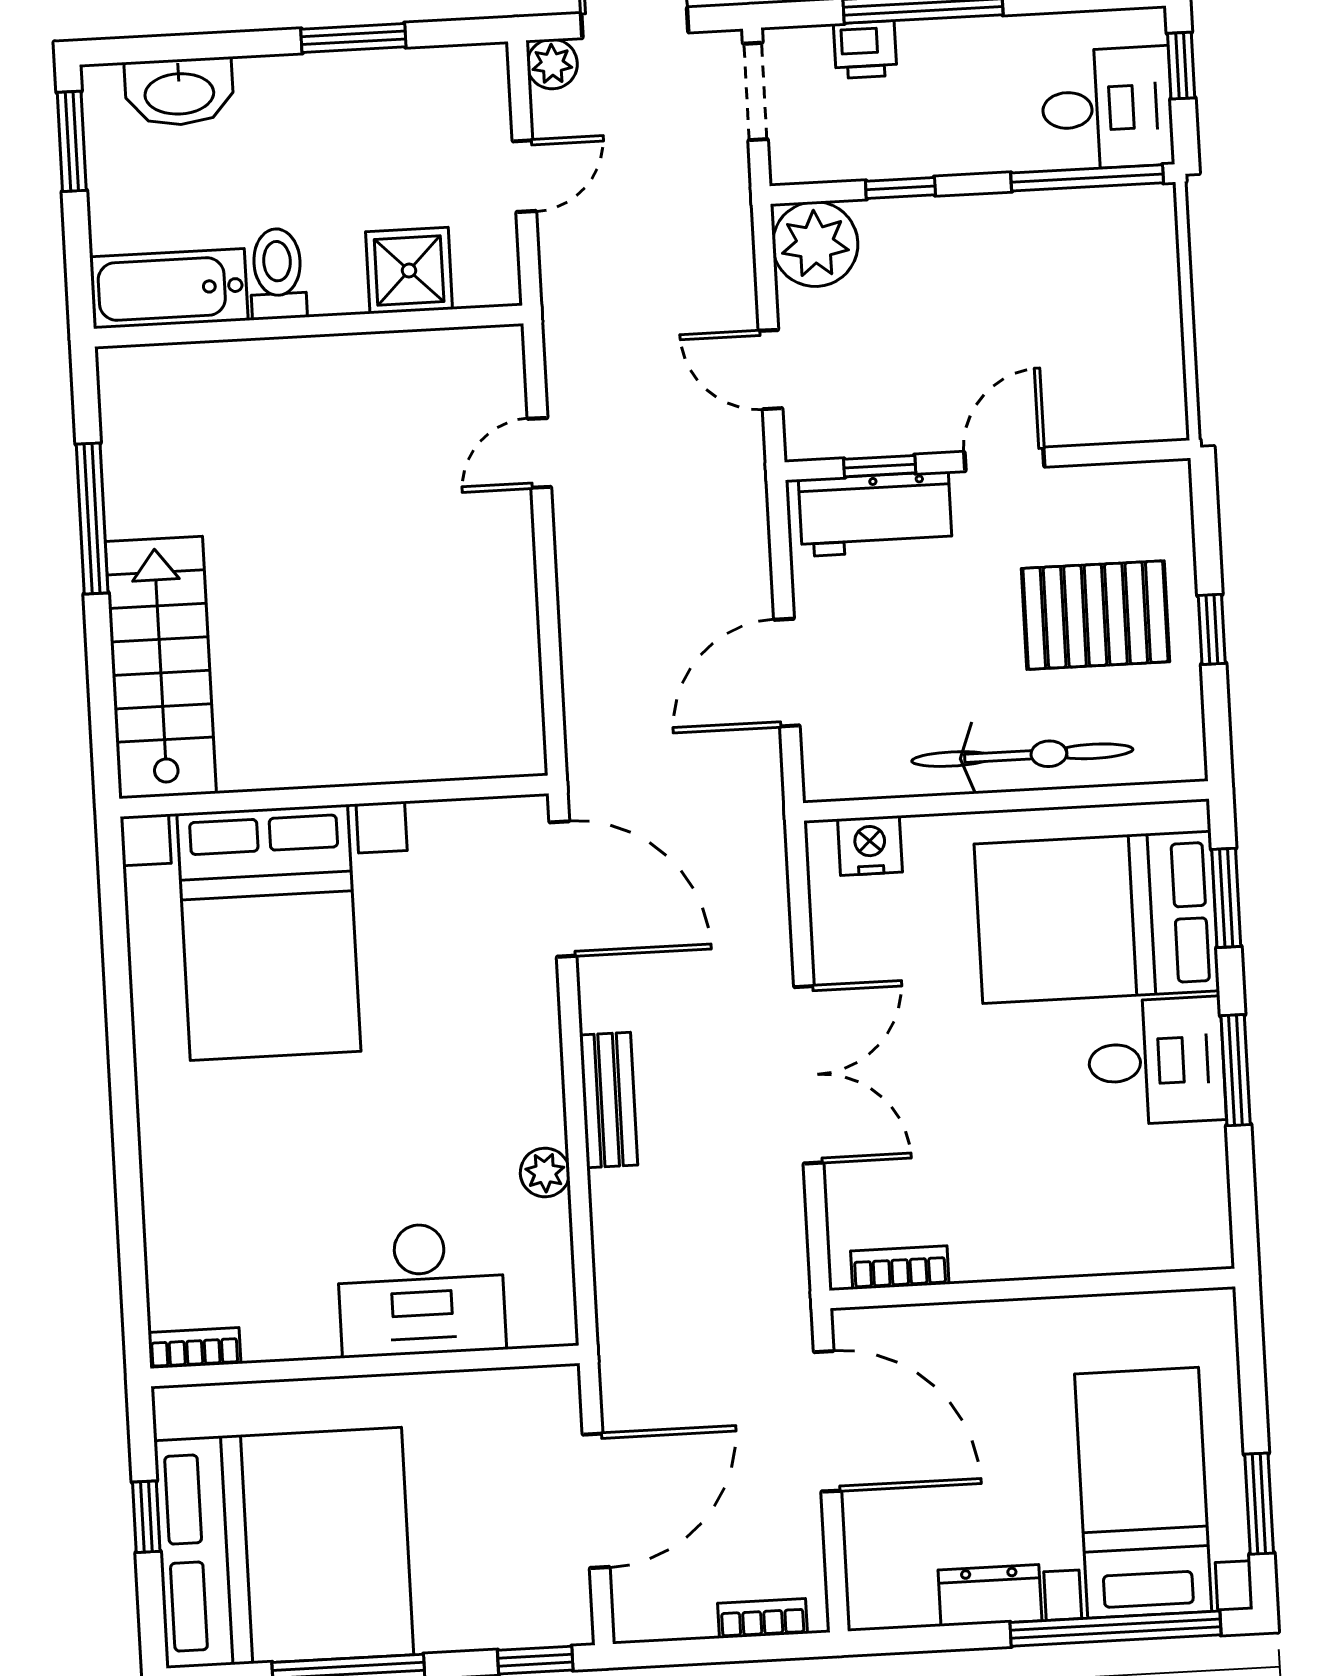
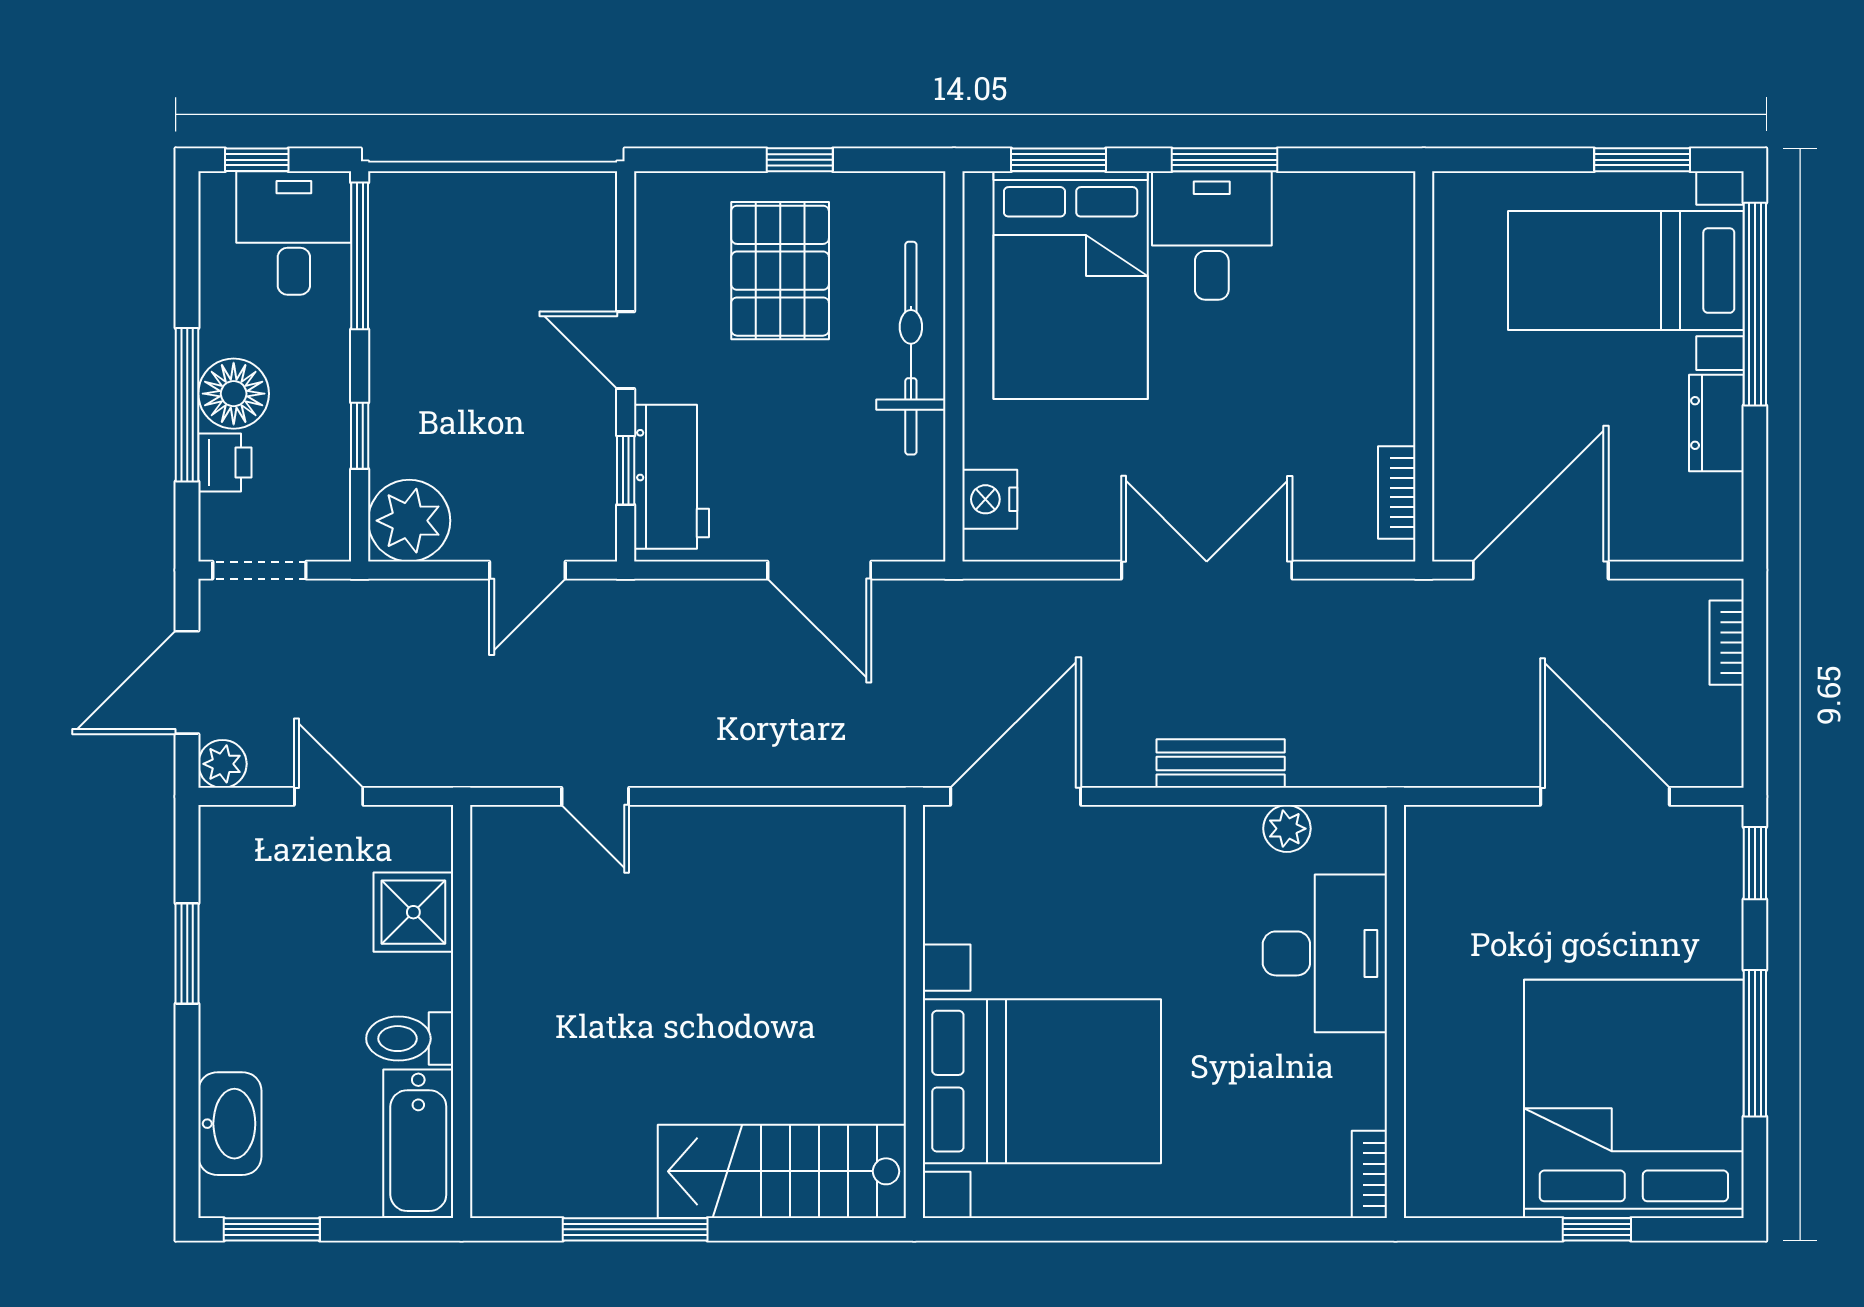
floor lamp: (937, 55) -> (234, 394), added
desk: (421, 1289) -> (1325, 953), moved
bookcase: (194, 1348) -> (1369, 1174), moved
wall: (365, 1366) -> (1395, 1012), moved

